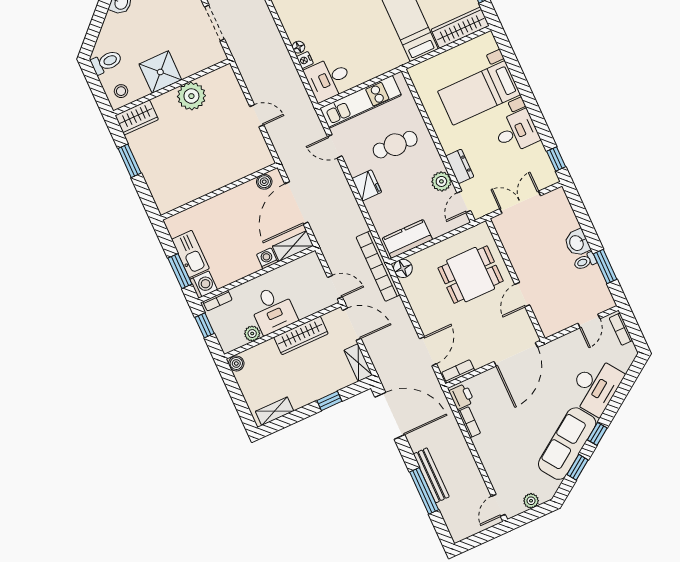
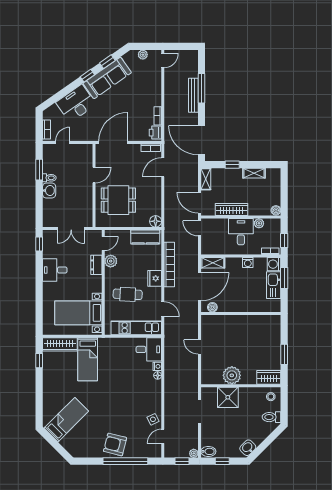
shower: (160, 72) -> (228, 397), moved
bed with nightstands: (479, 93) -> (78, 313), moved, turned 180
washing machine: (267, 258) -> (248, 263), moved
bookcase: (378, 266) -> (169, 264), moved
shelving: (274, 411) -> (254, 173), moved

